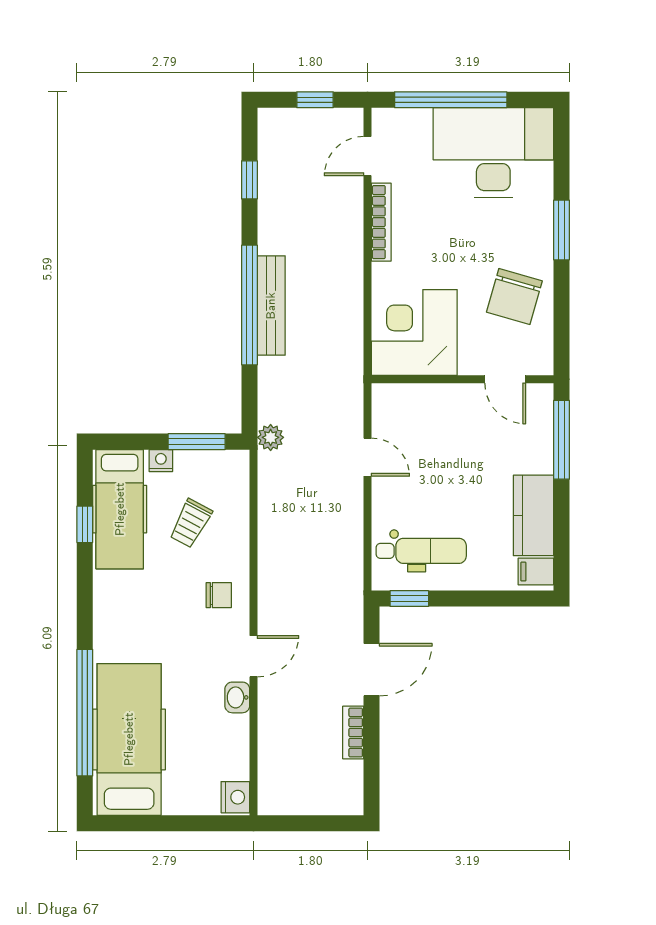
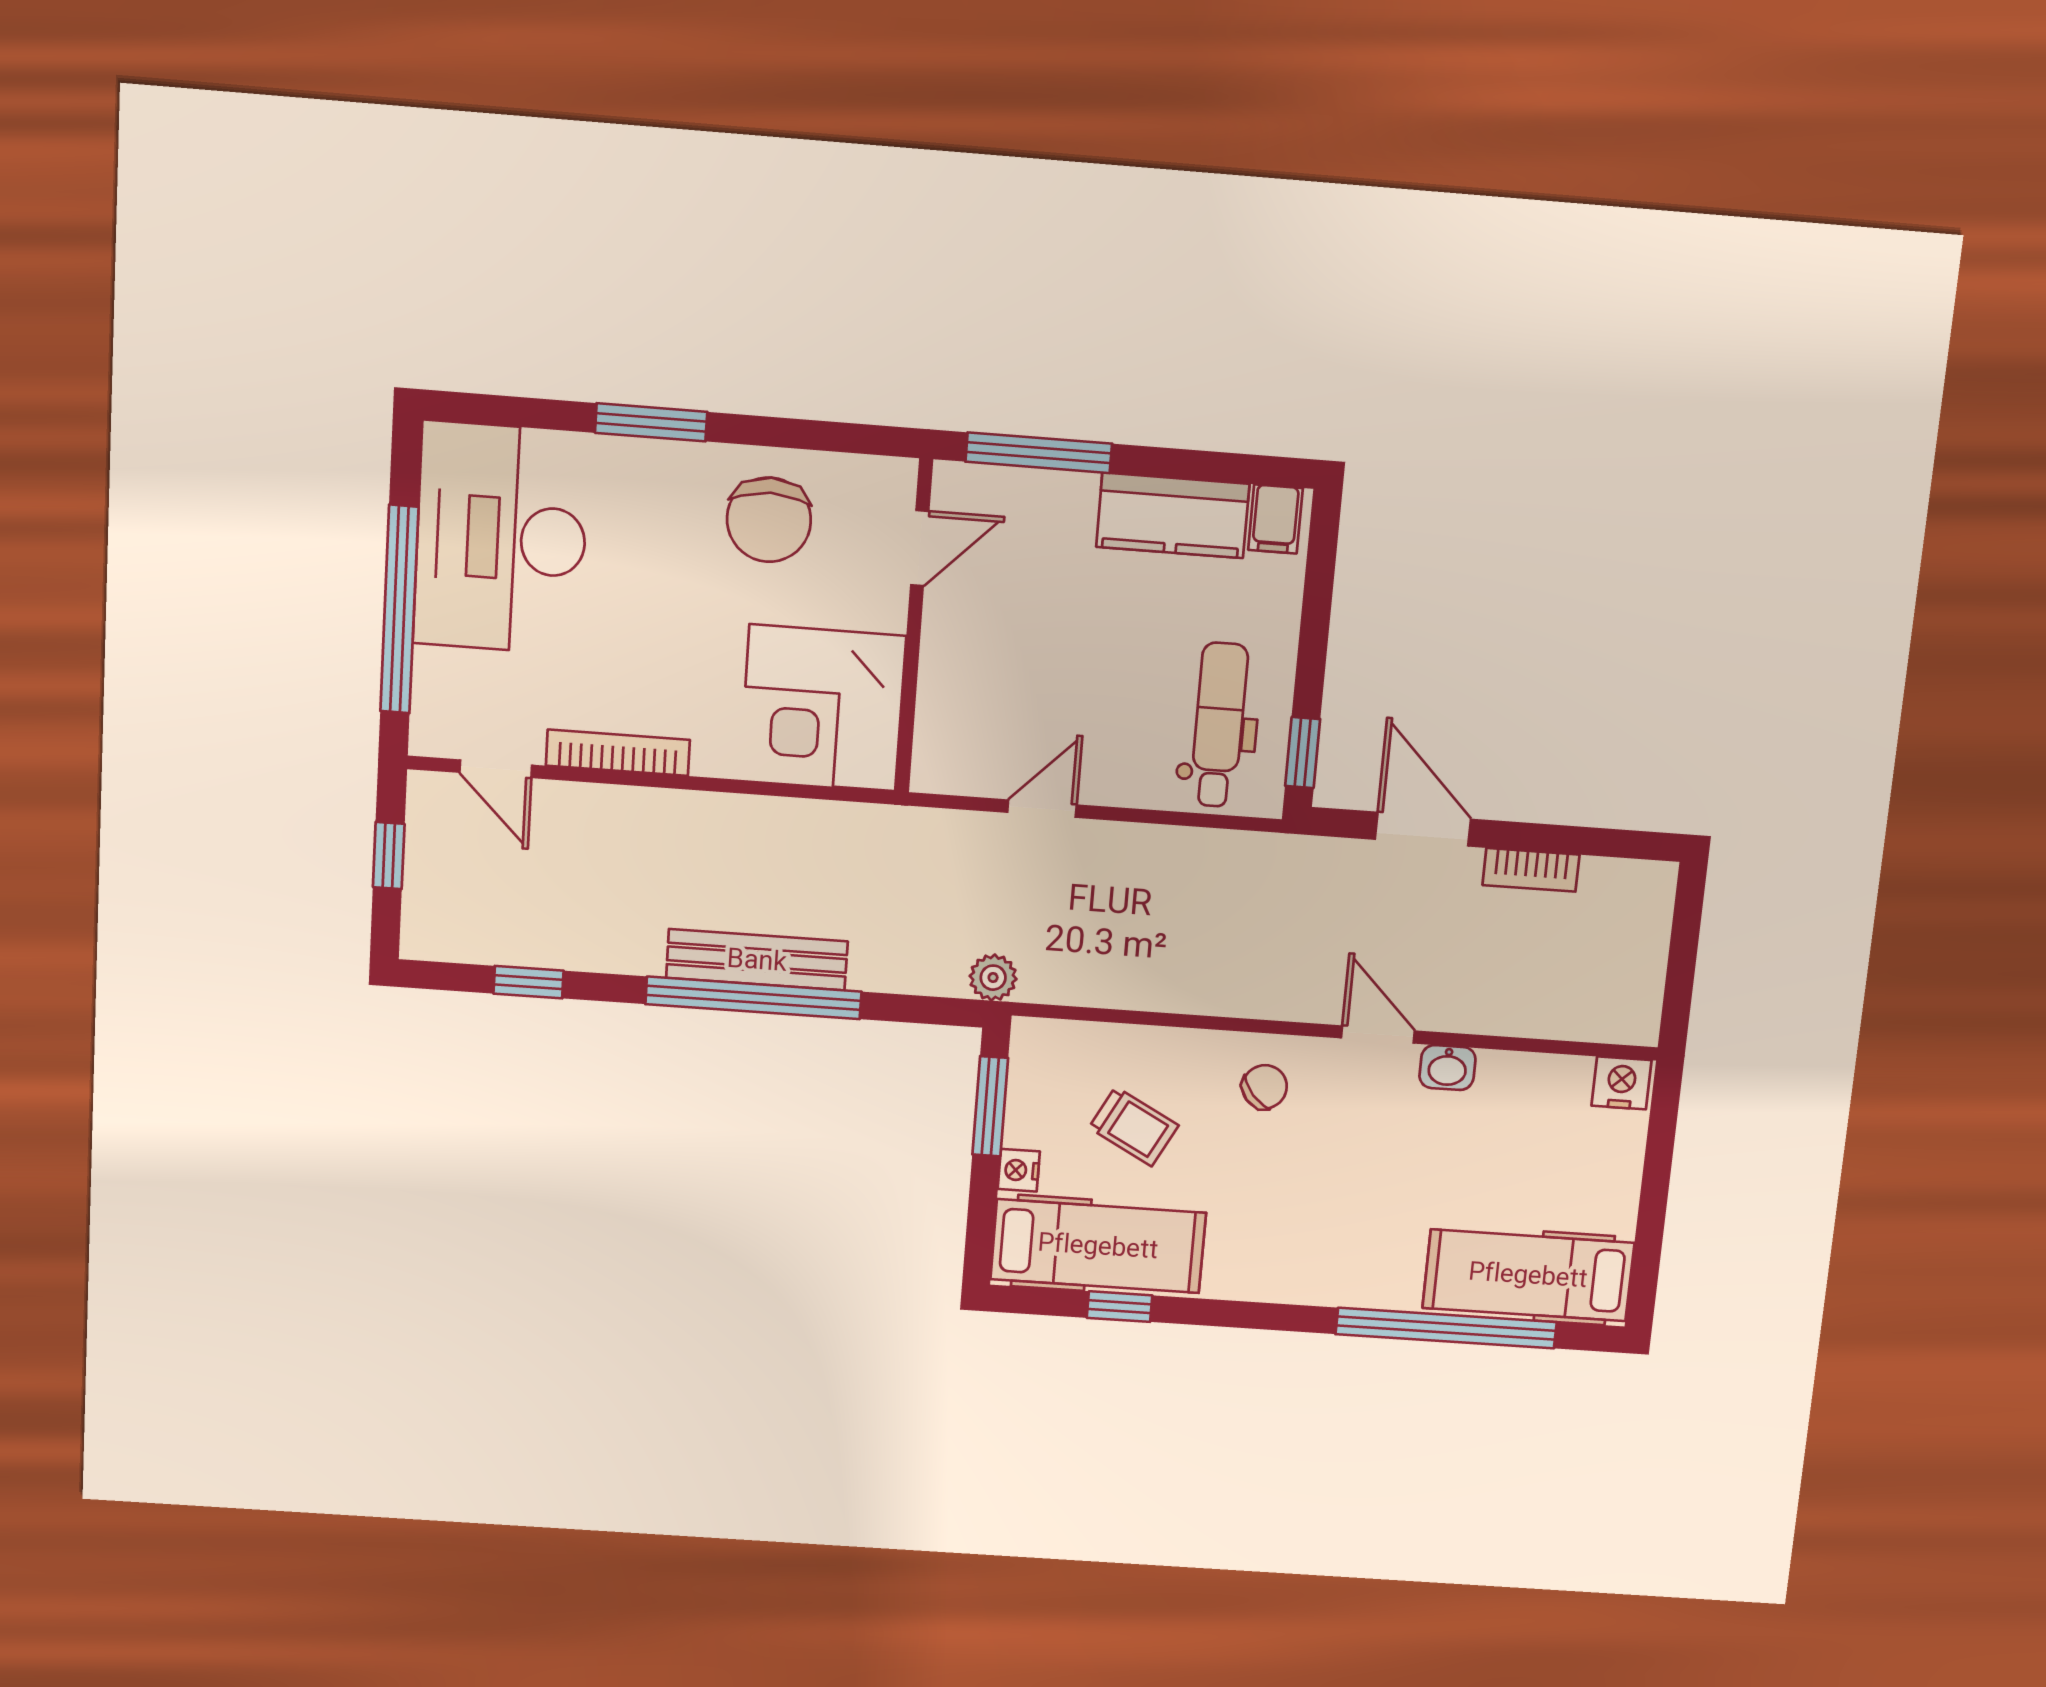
chair: (514, 297) -> (769, 520), turned 74
chair: (219, 595) -> (1265, 1087), turned 50
hospital bed: (129, 739) -> (1528, 1275), width x0.73, depth x0.78

